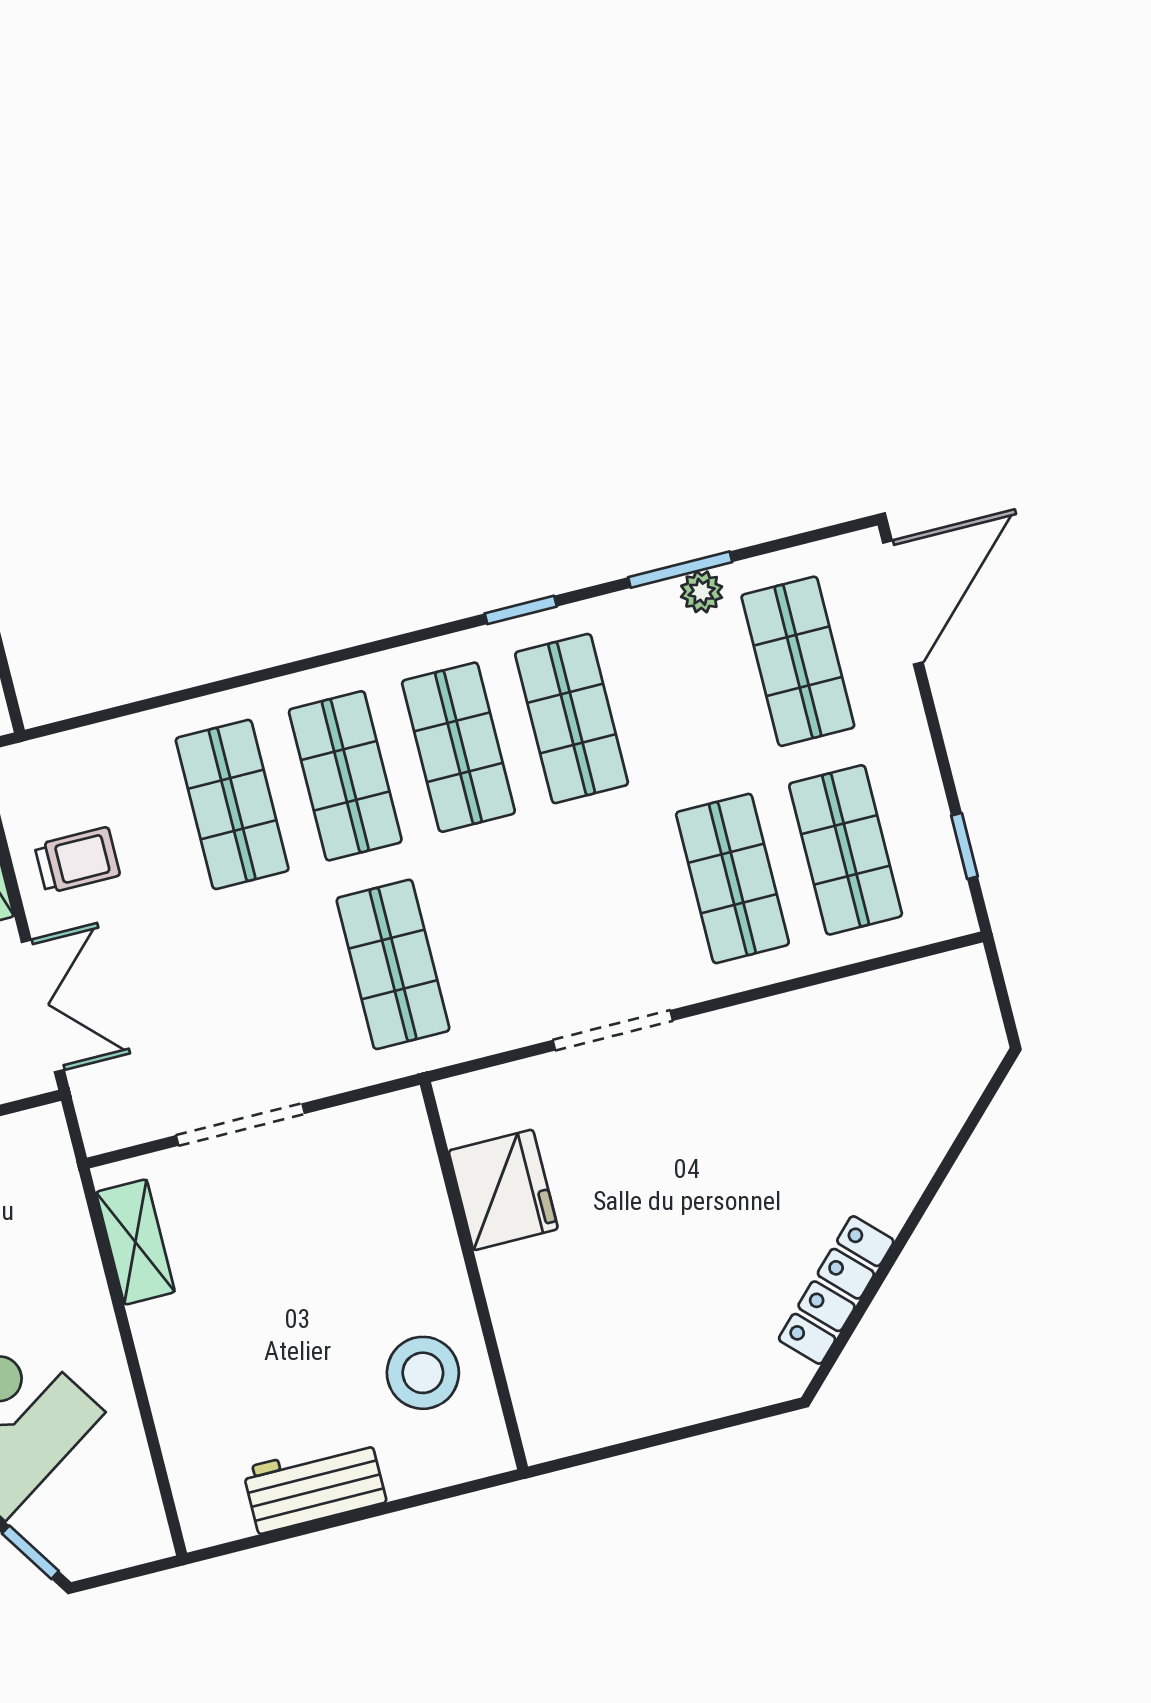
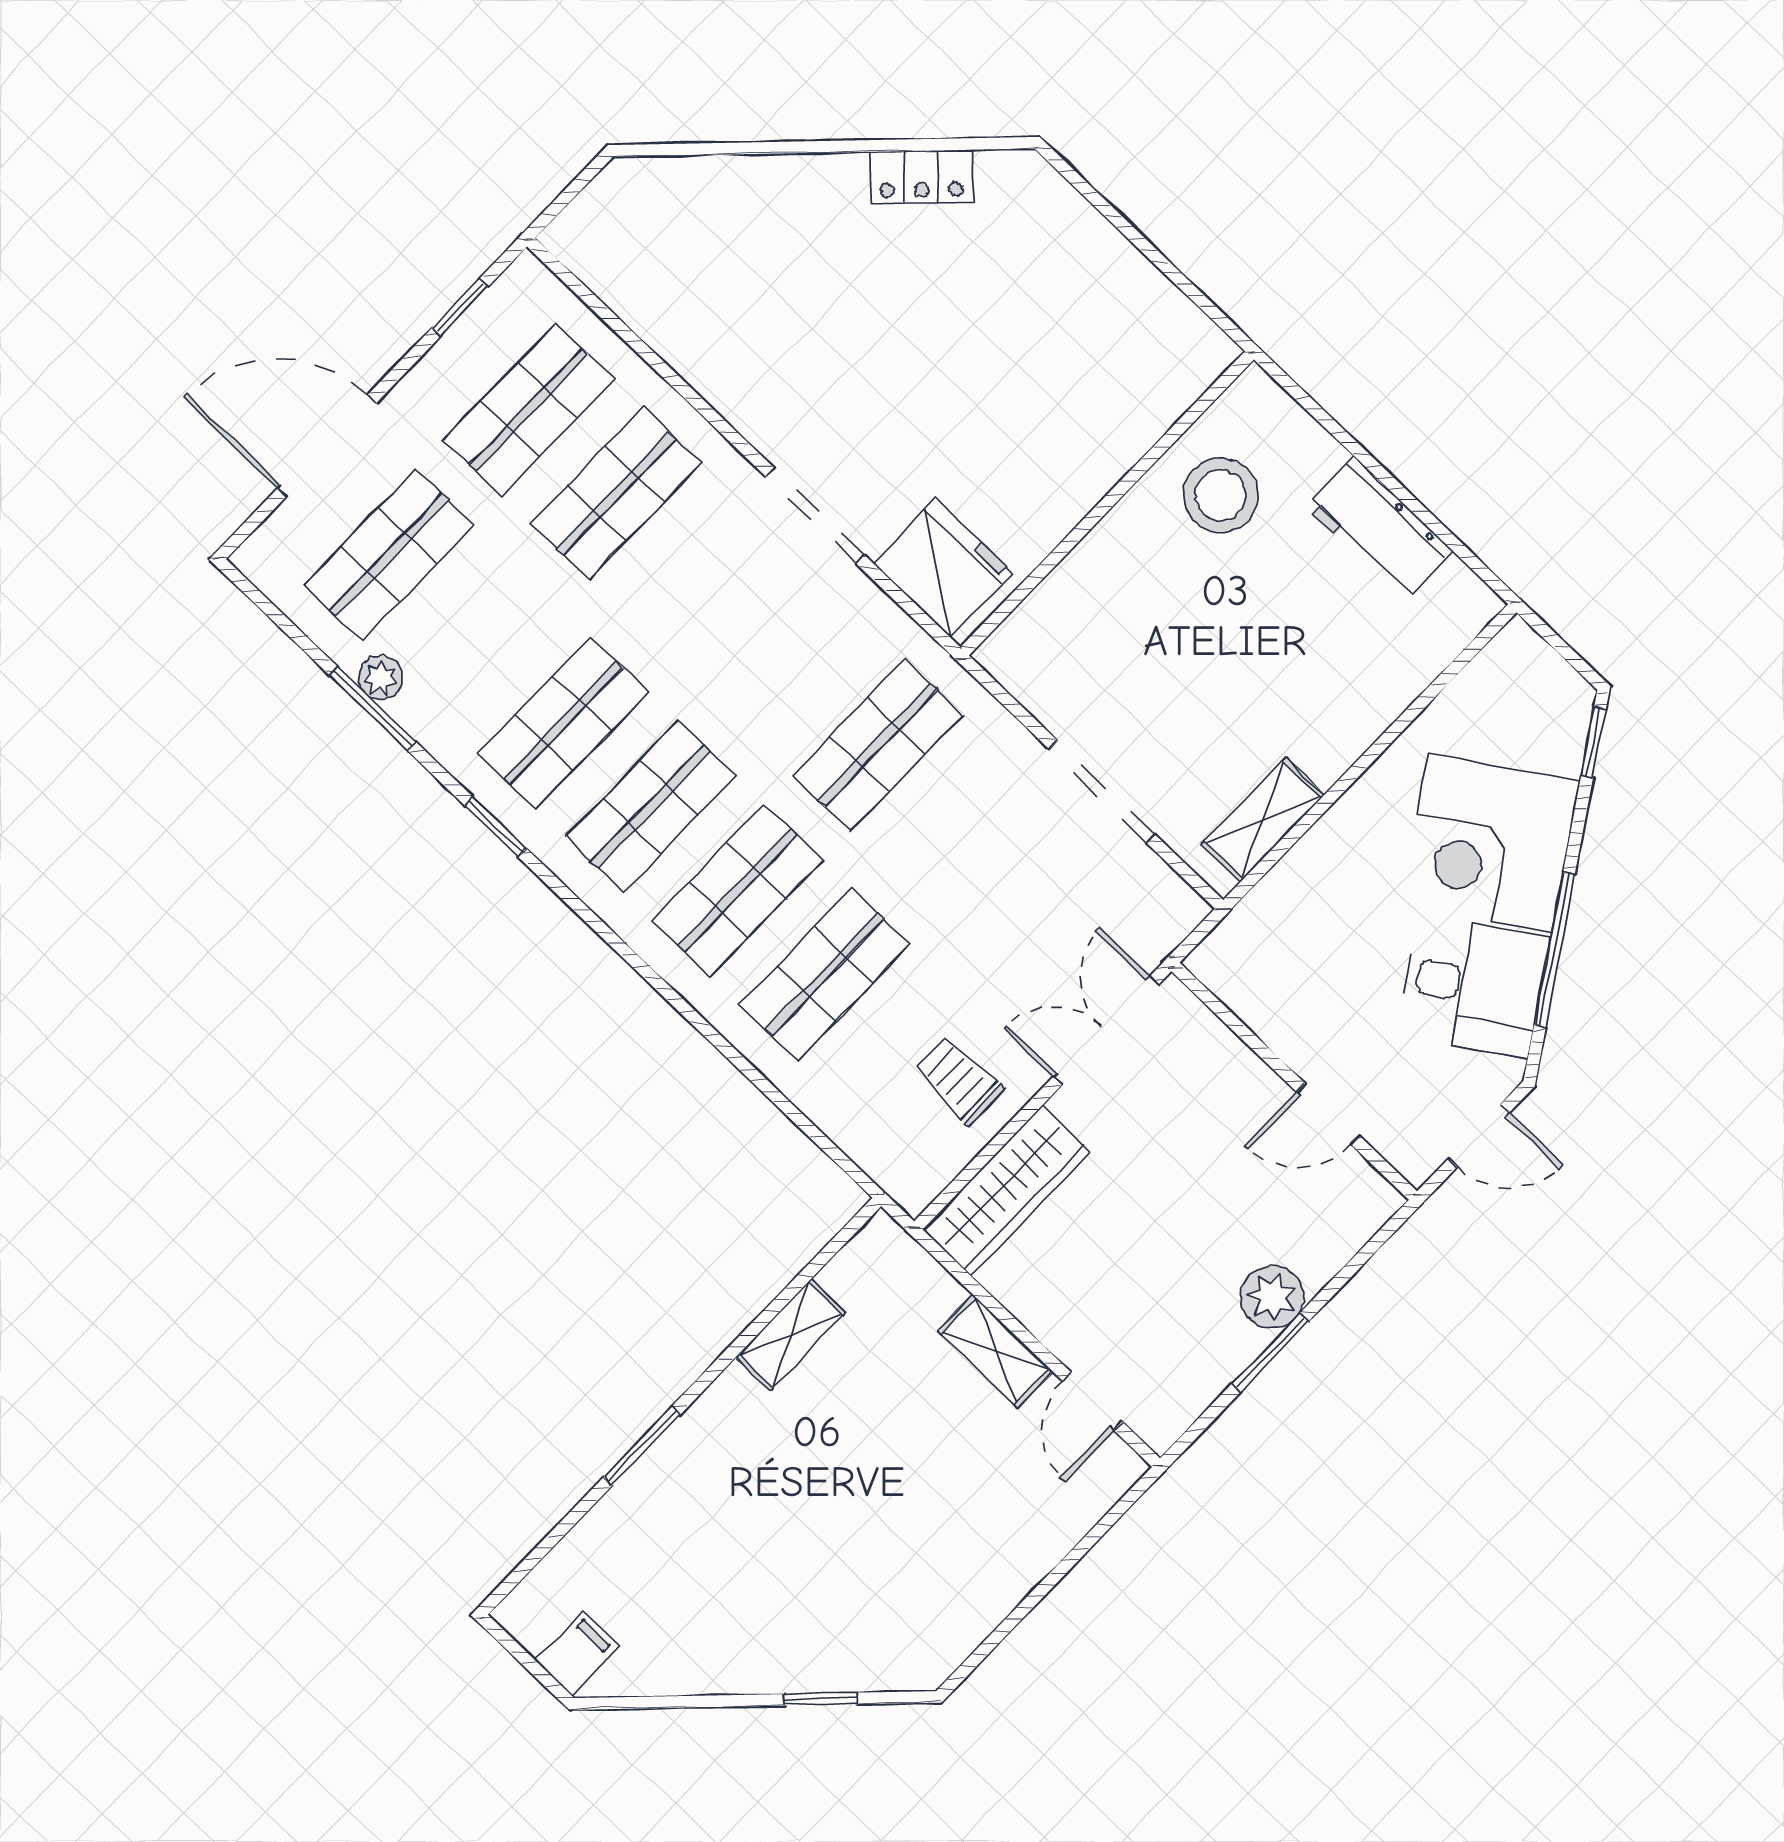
door: (903, 602) -> (327, 446), moved
fridge: (503, 1190) -> (943, 568), moved, turned 90
locker: (836, 1290) -> (921, 177), width x0.66

